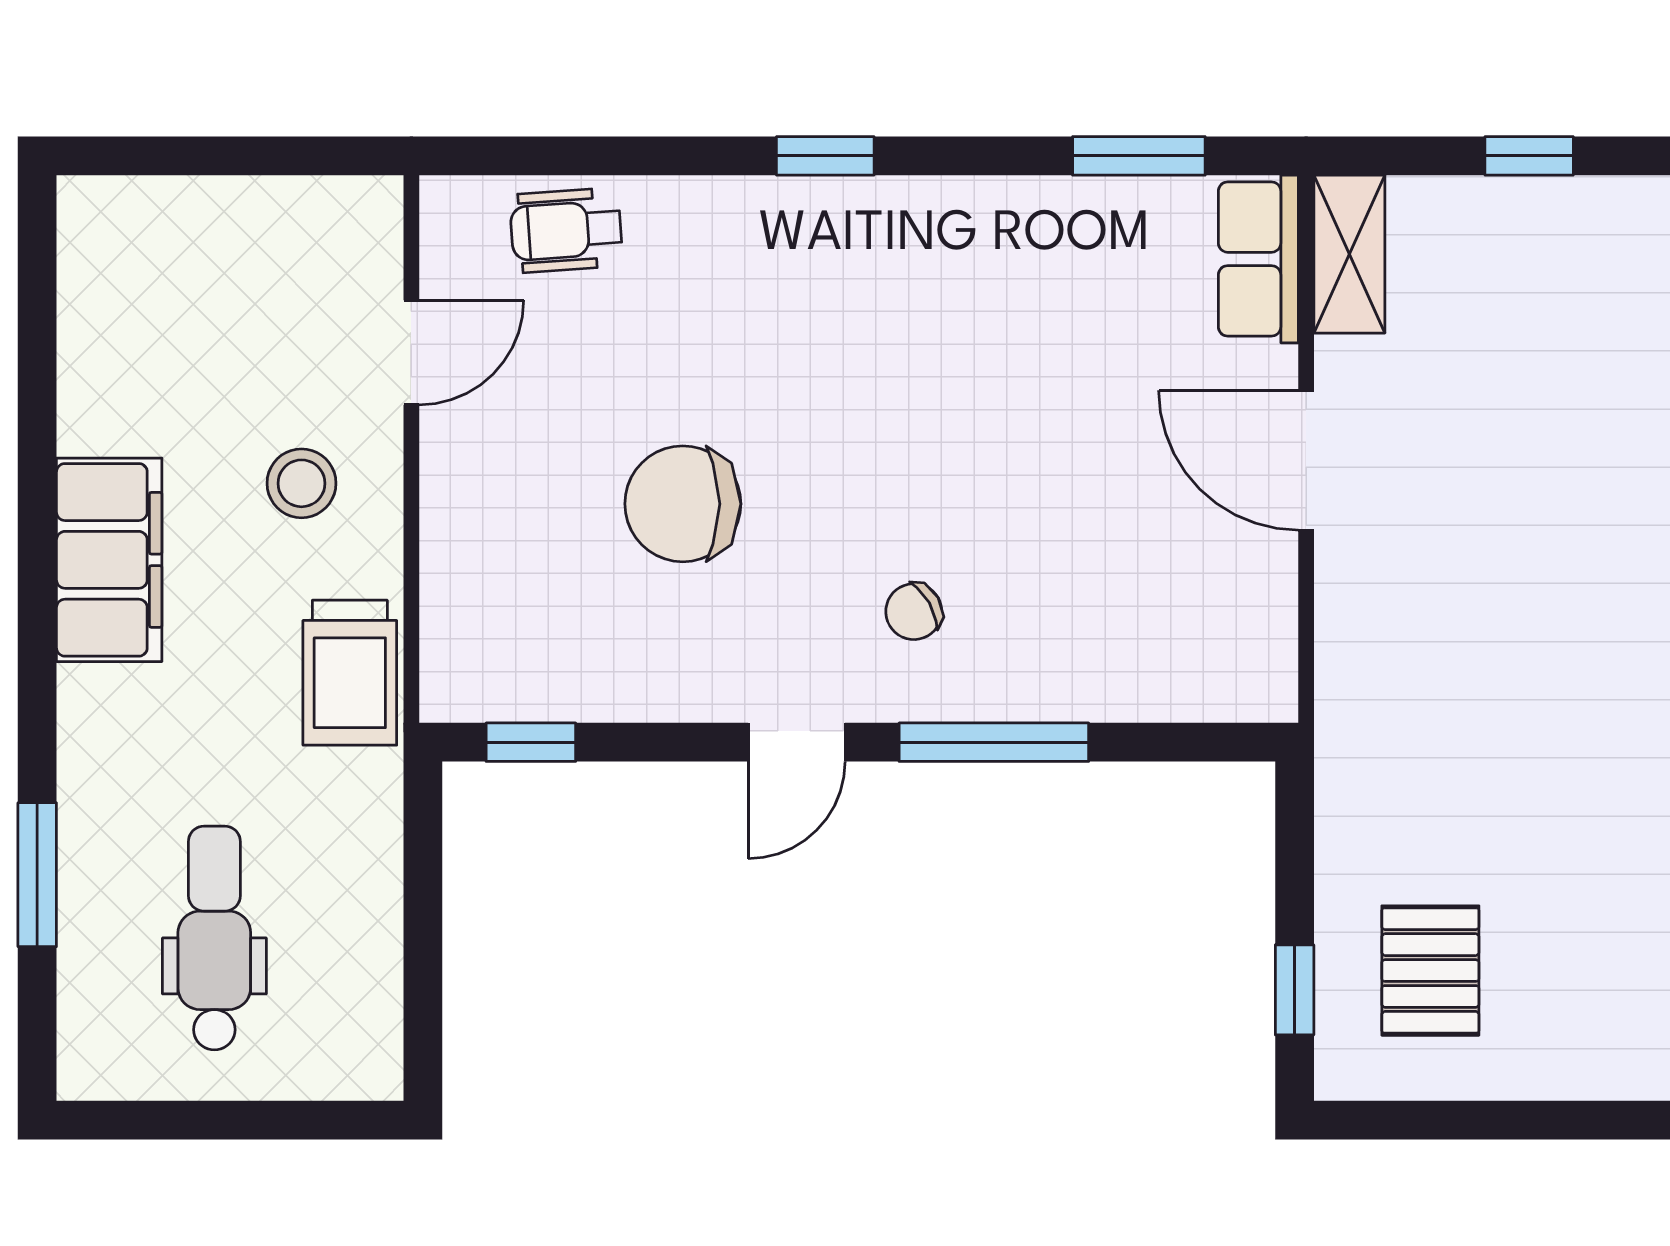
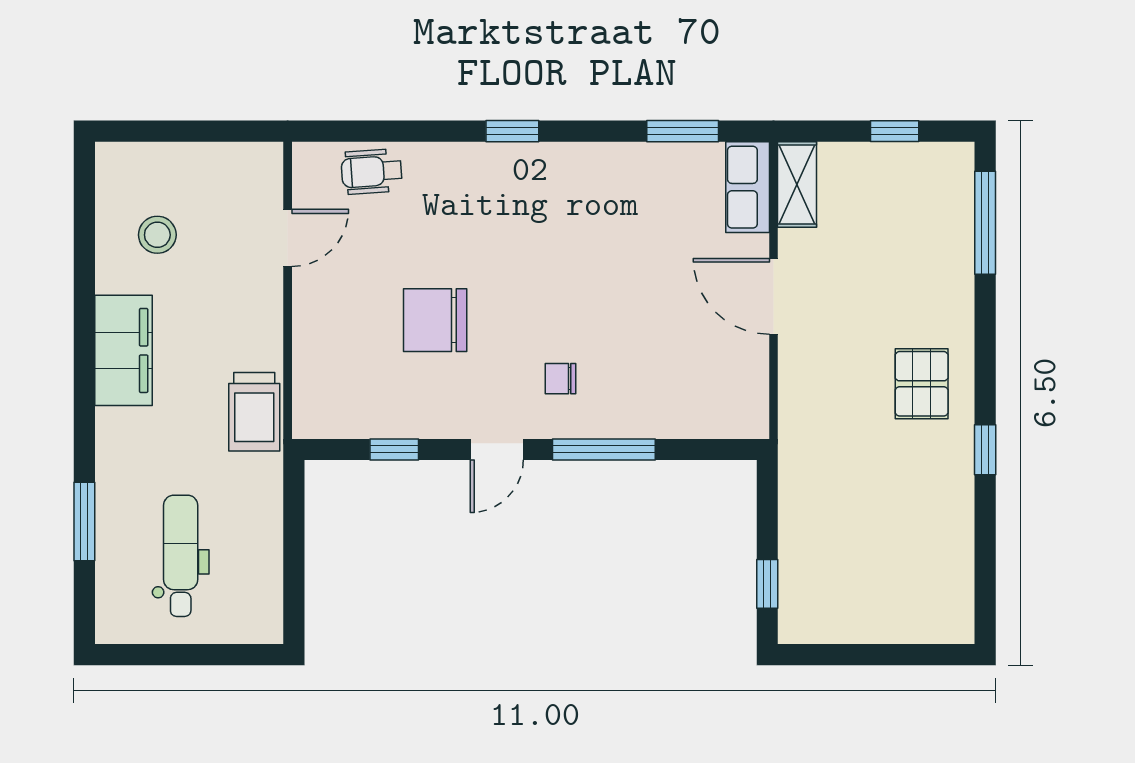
stool: (301, 483) -> (157, 235), moved
chair: (914, 612) -> (560, 379), turned 30
window: (531, 742) -> (394, 449), moved
pallet: (1430, 971) -> (922, 384), moved

